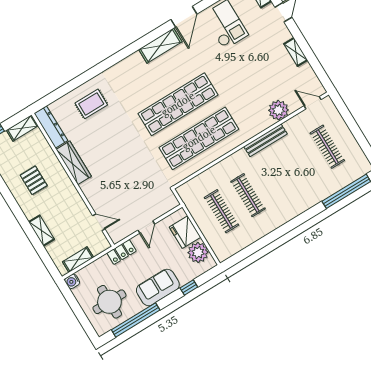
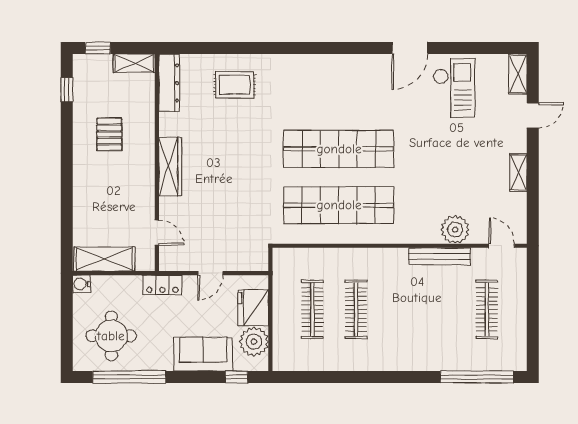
shelving: (160, 46) -> (360, 65), removed
bench: (265, 140) -> (440, 256), moved
wardrobe: (74, 163) -> (170, 166), moved
shelving: (41, 231) -> (82, 201), removed
shelving: (78, 260) -> (104, 259), width x1.50, depth x1.33
sofa: (158, 287) -> (203, 354), moved
window: (189, 287) -> (237, 377), moved

